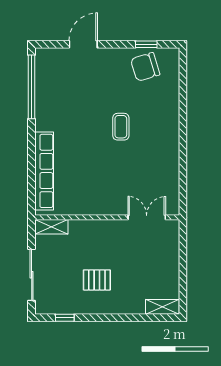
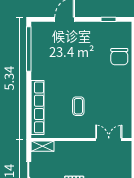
chair: (145, 67) -> (119, 57), moved, turned -73
coffee table: (121, 127) -> (78, 106), moved

